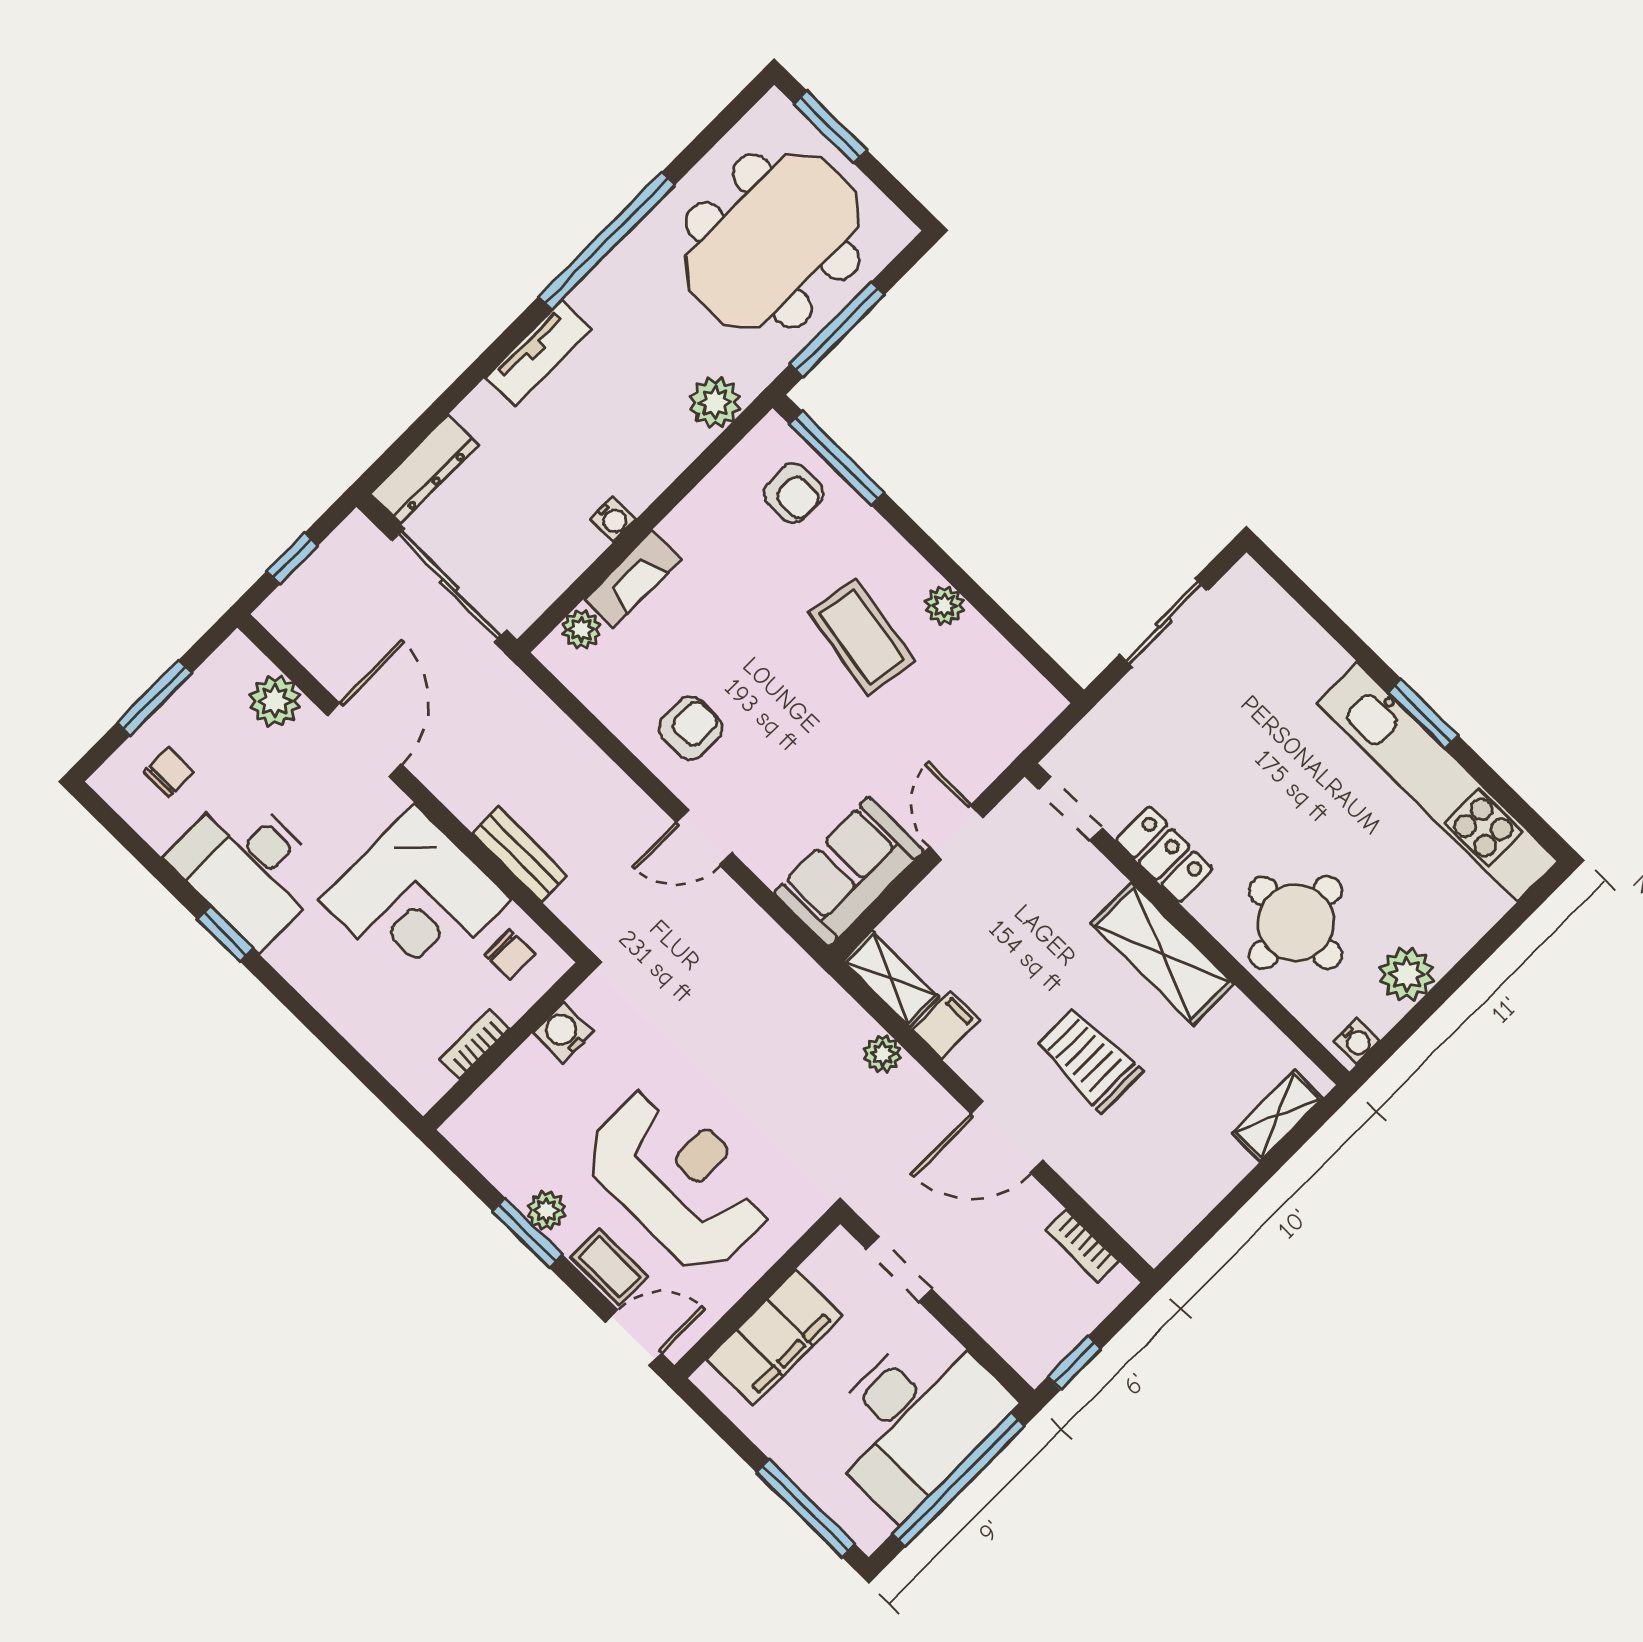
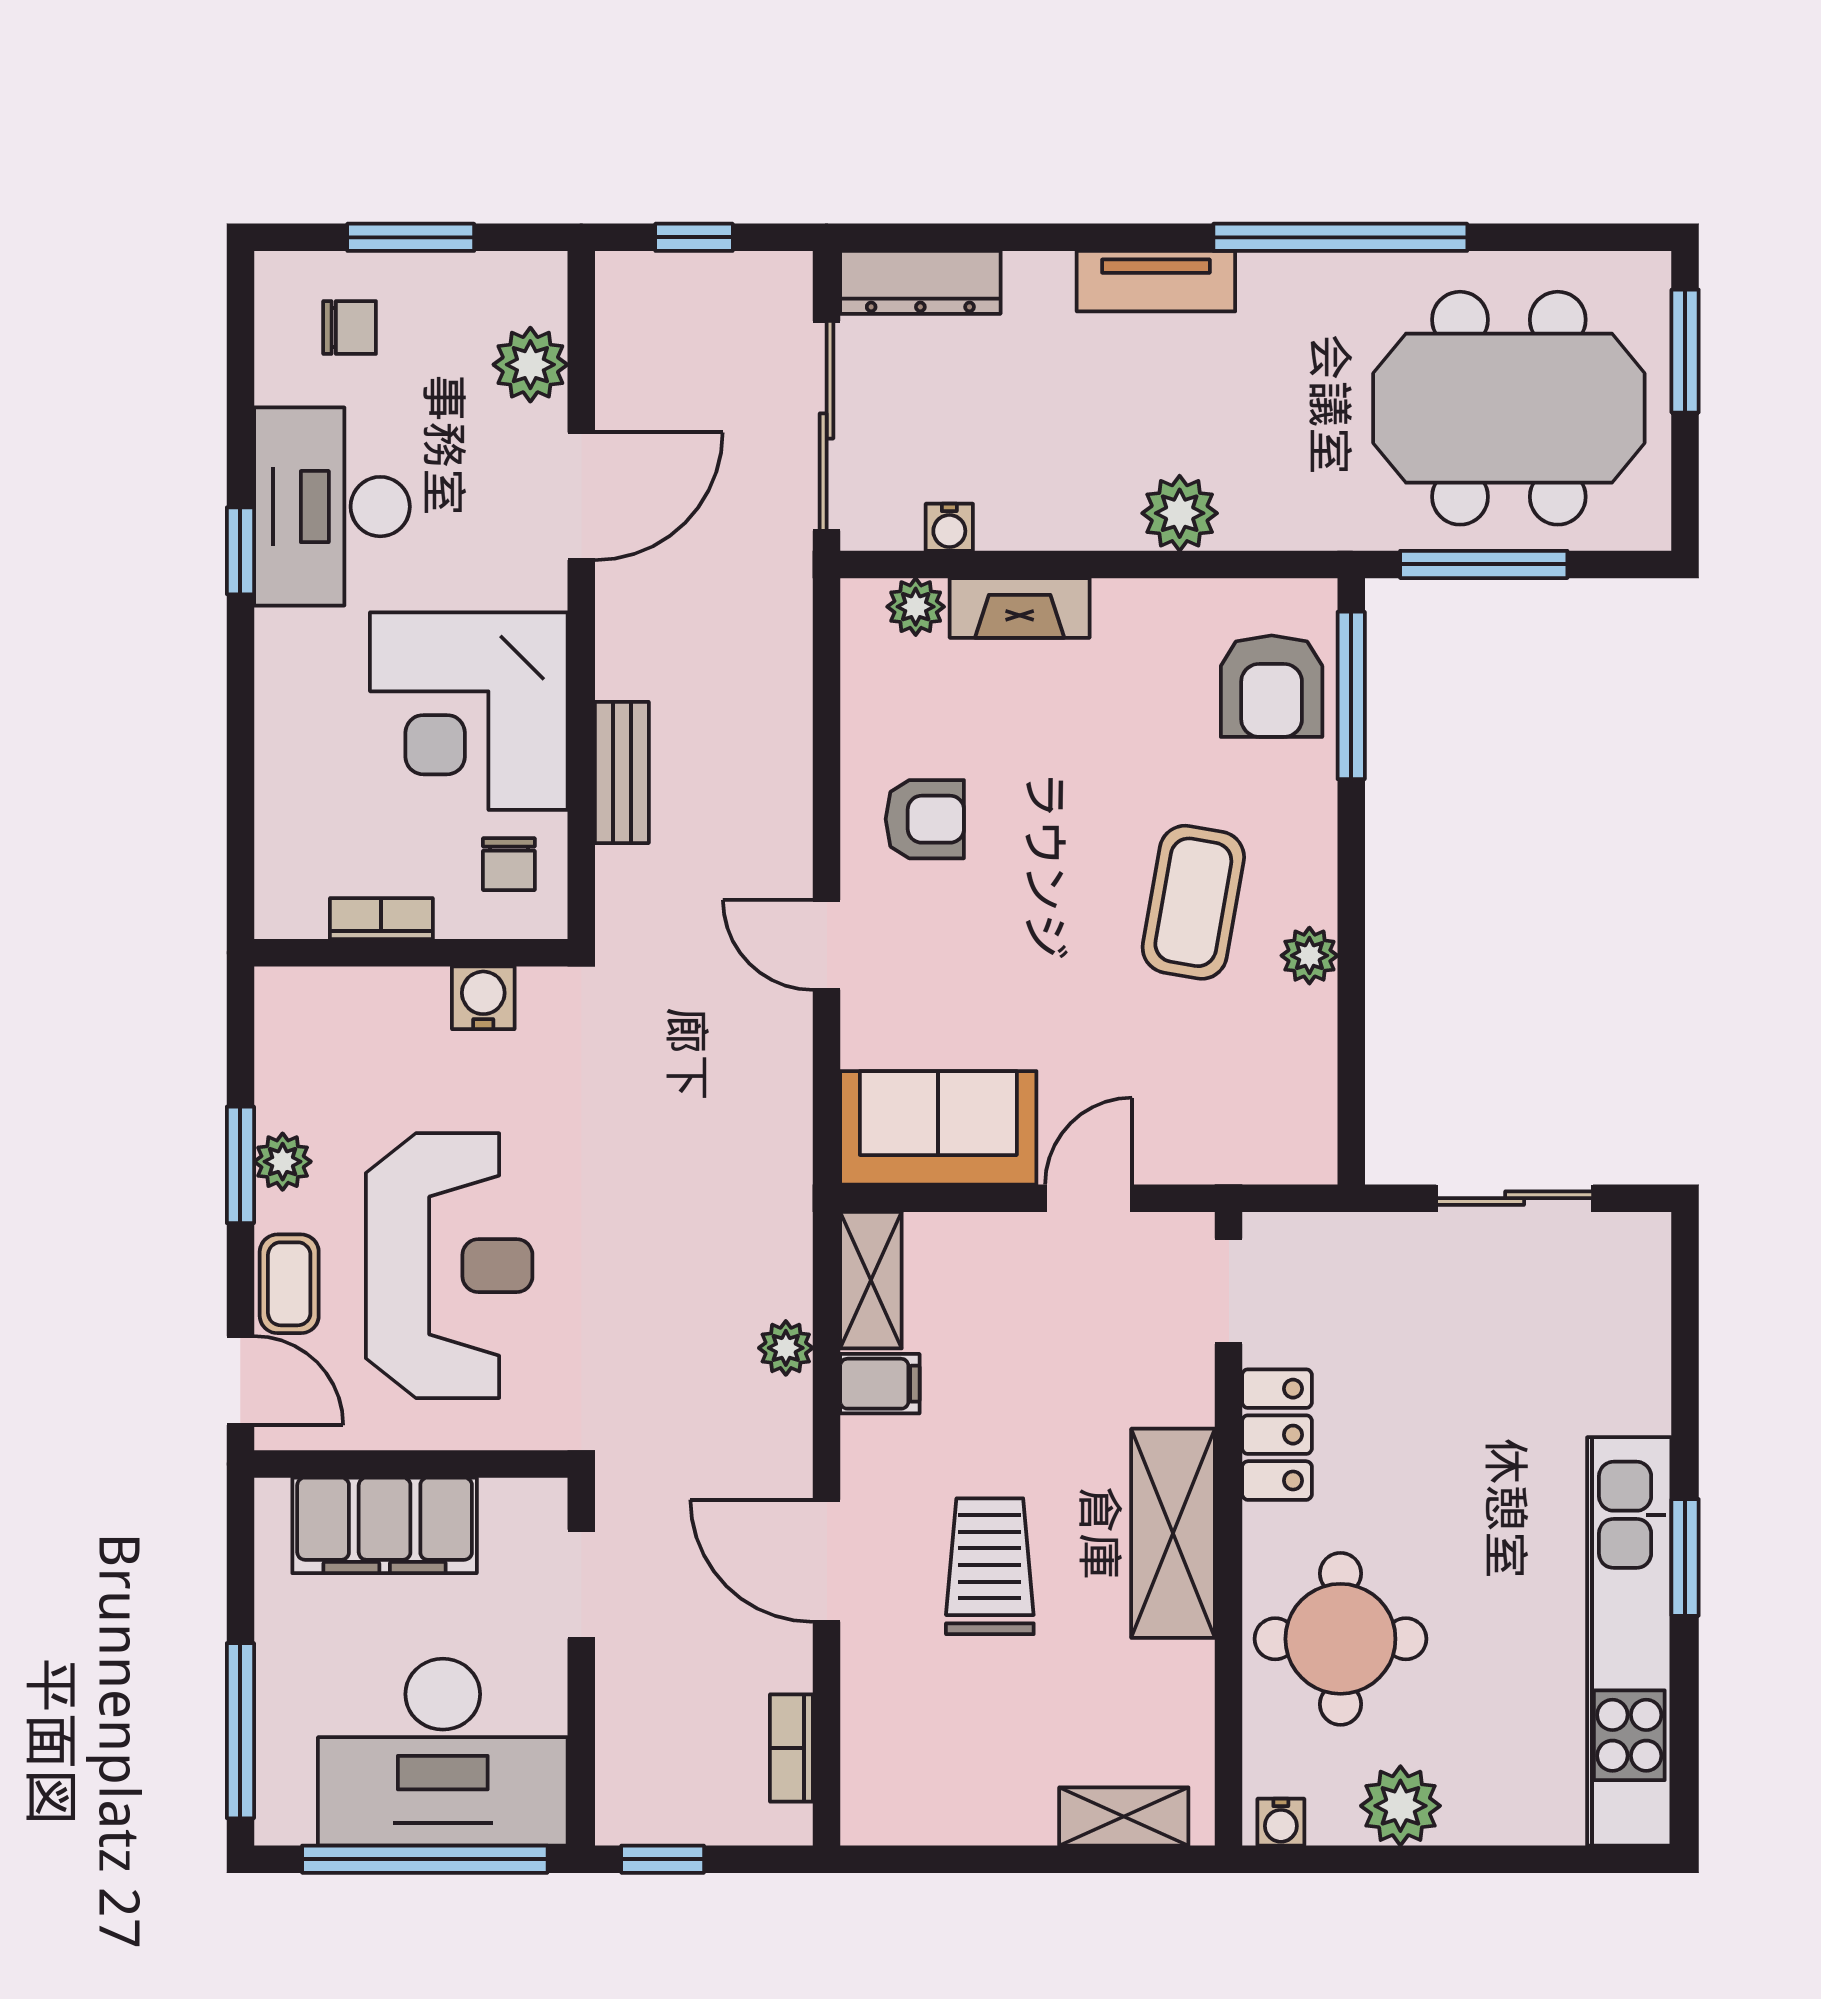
plant: (715, 402) -> (1180, 513), moved
armchair: (794, 493) -> (1272, 686), width x1.38, depth x1.38
water cooler: (613, 519) -> (949, 527), moved

